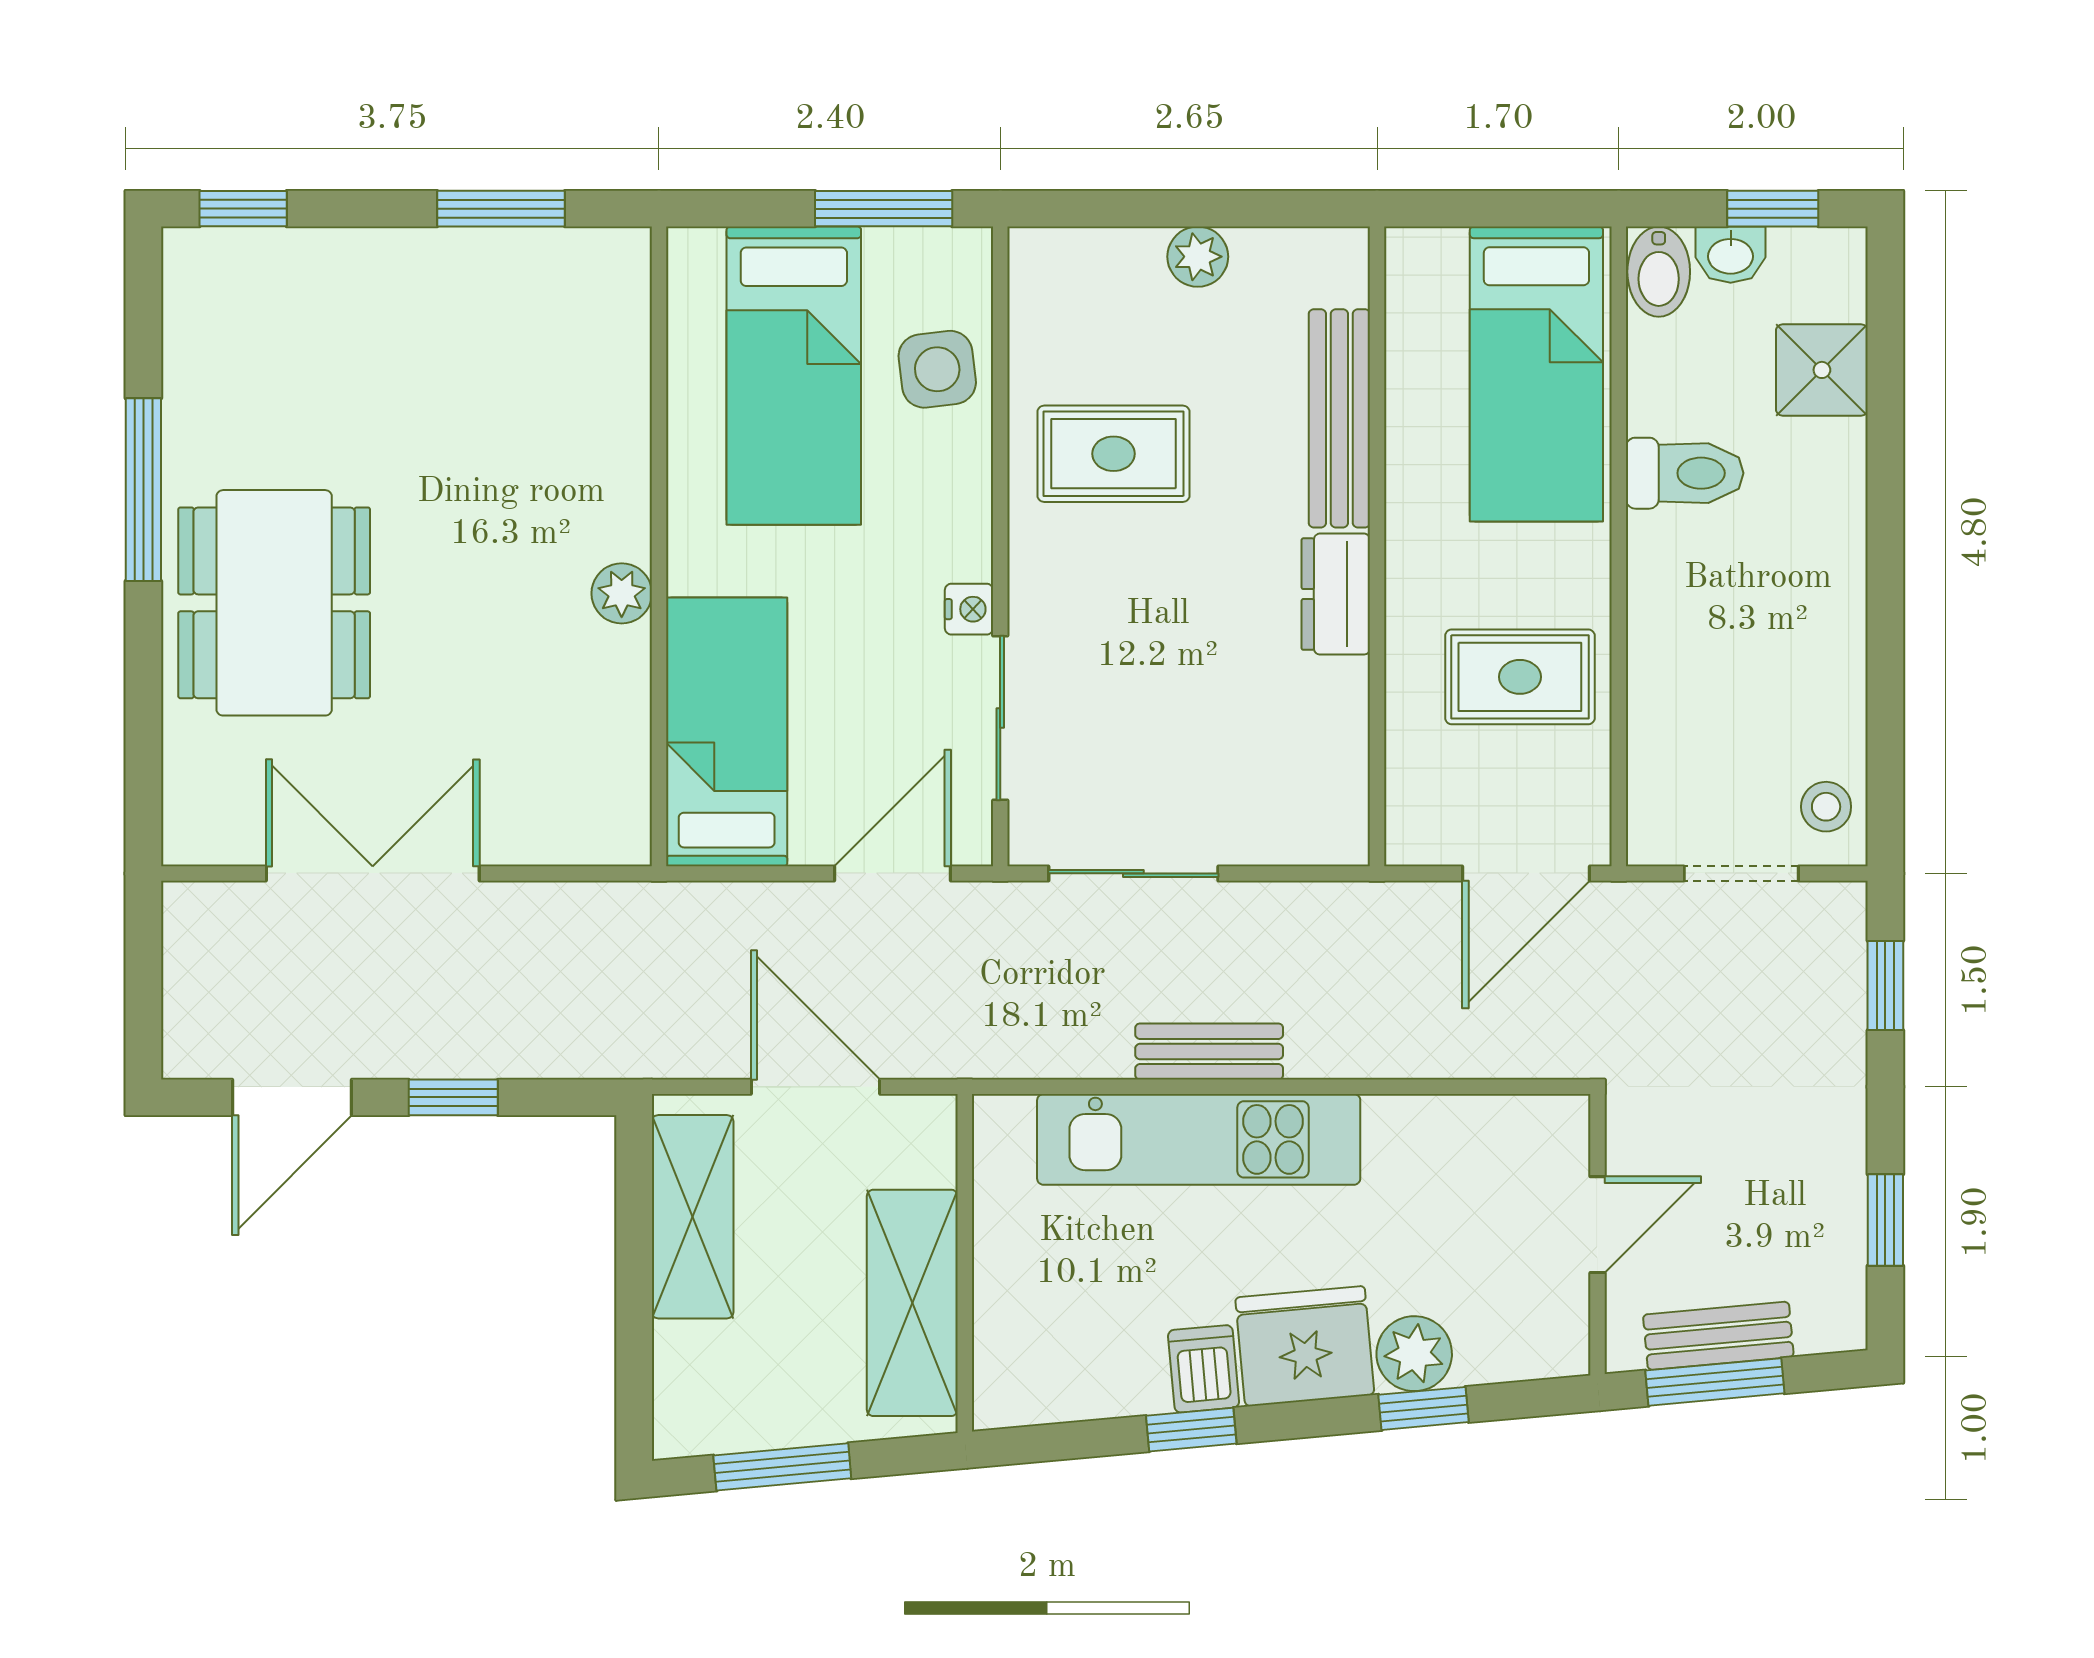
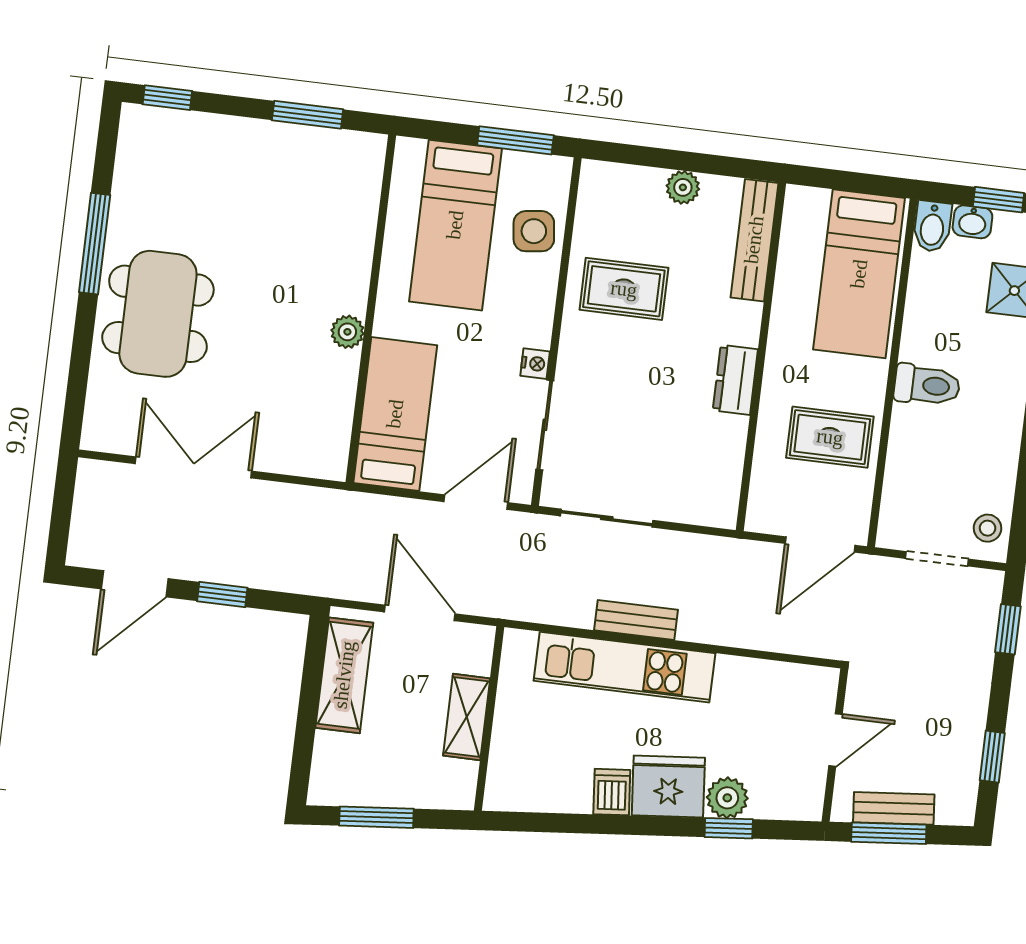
bench: (1339, 418) -> (754, 240), moved
toilet: (1685, 473) -> (927, 385), moved
shelving: (912, 1303) -> (467, 717), width x0.67, depth x0.75
window: (1191, 1430) -> (601, 824), removed

